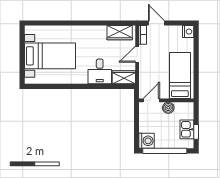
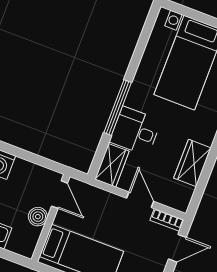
wardrobe: (120, 33) -> (192, 163), moved
window: (90, 86) -> (118, 108), added

